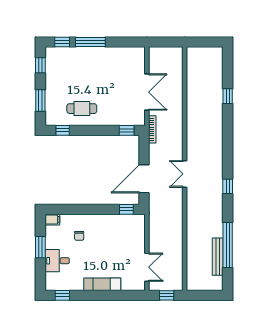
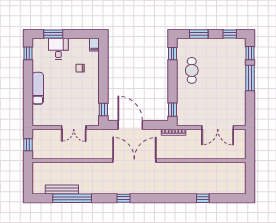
double door: (147, 92) -> (218, 128), moved
double door: (185, 174) -> (134, 161), width x1.87
window: (40, 247) -> (53, 34), moved
double door: (147, 267) -> (74, 128), moved

